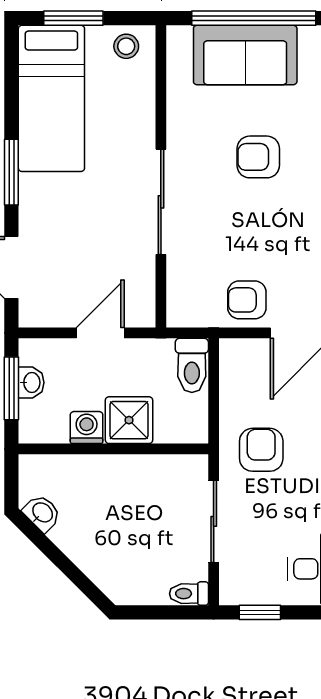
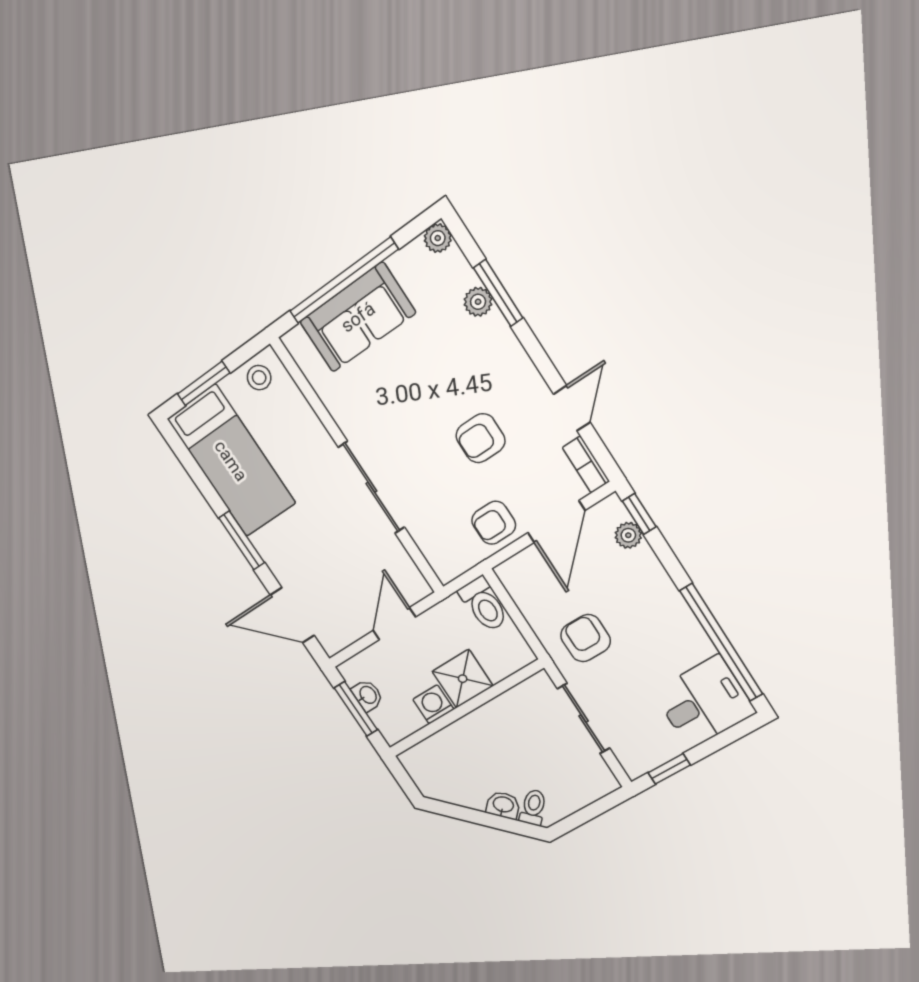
armchair: (258, 157) -> (481, 438), moved
washbasin: (42, 513) -> (503, 805), moved
toilet: (189, 594) -> (533, 807), moved, turned 135

